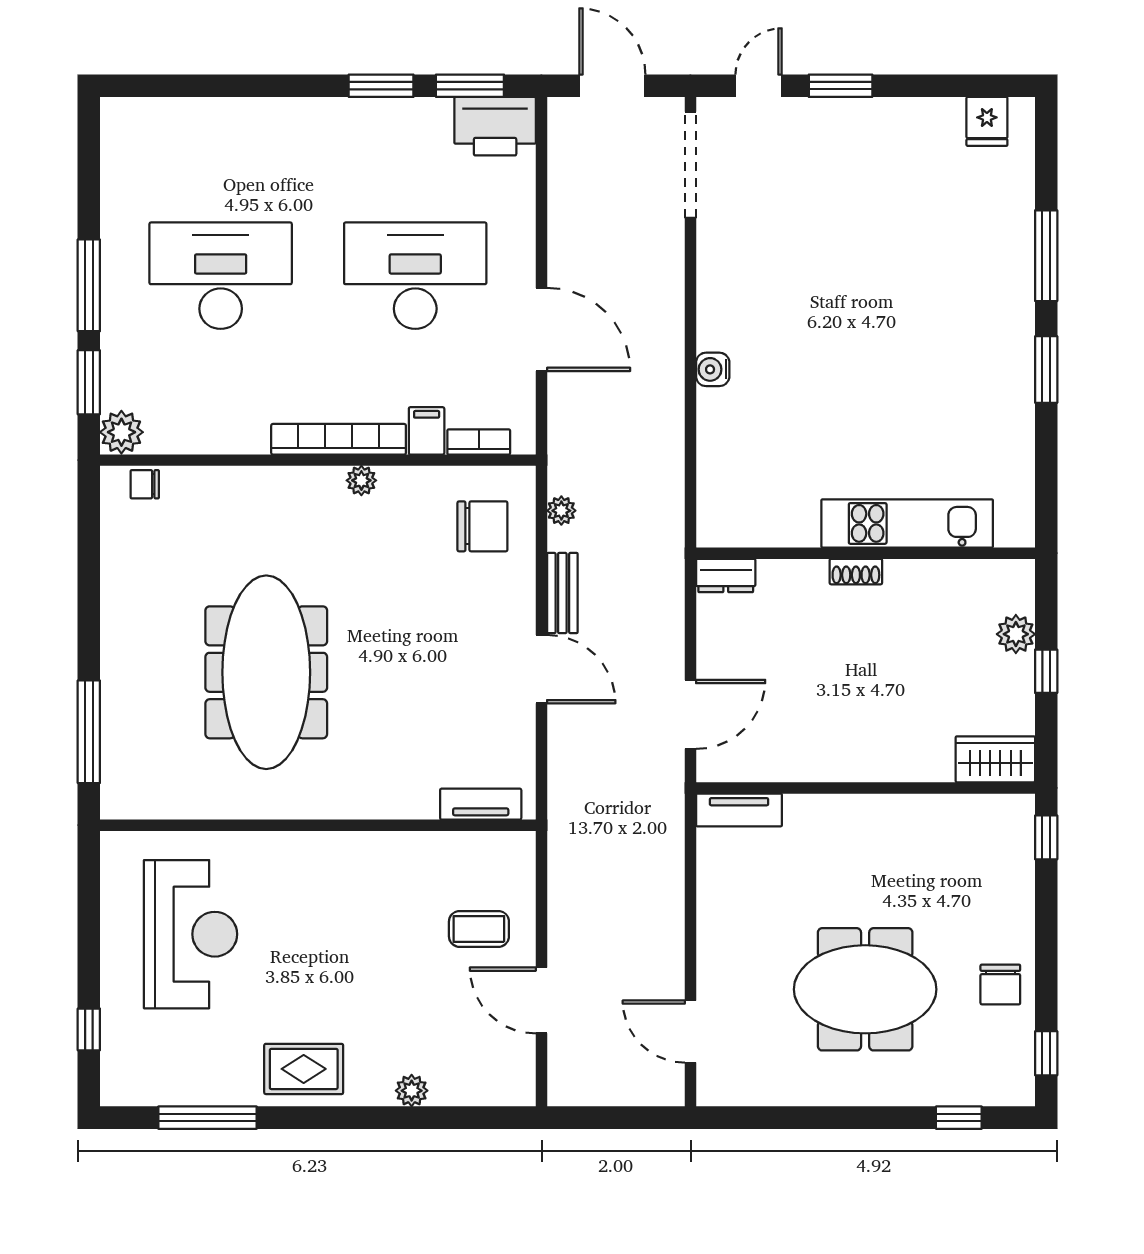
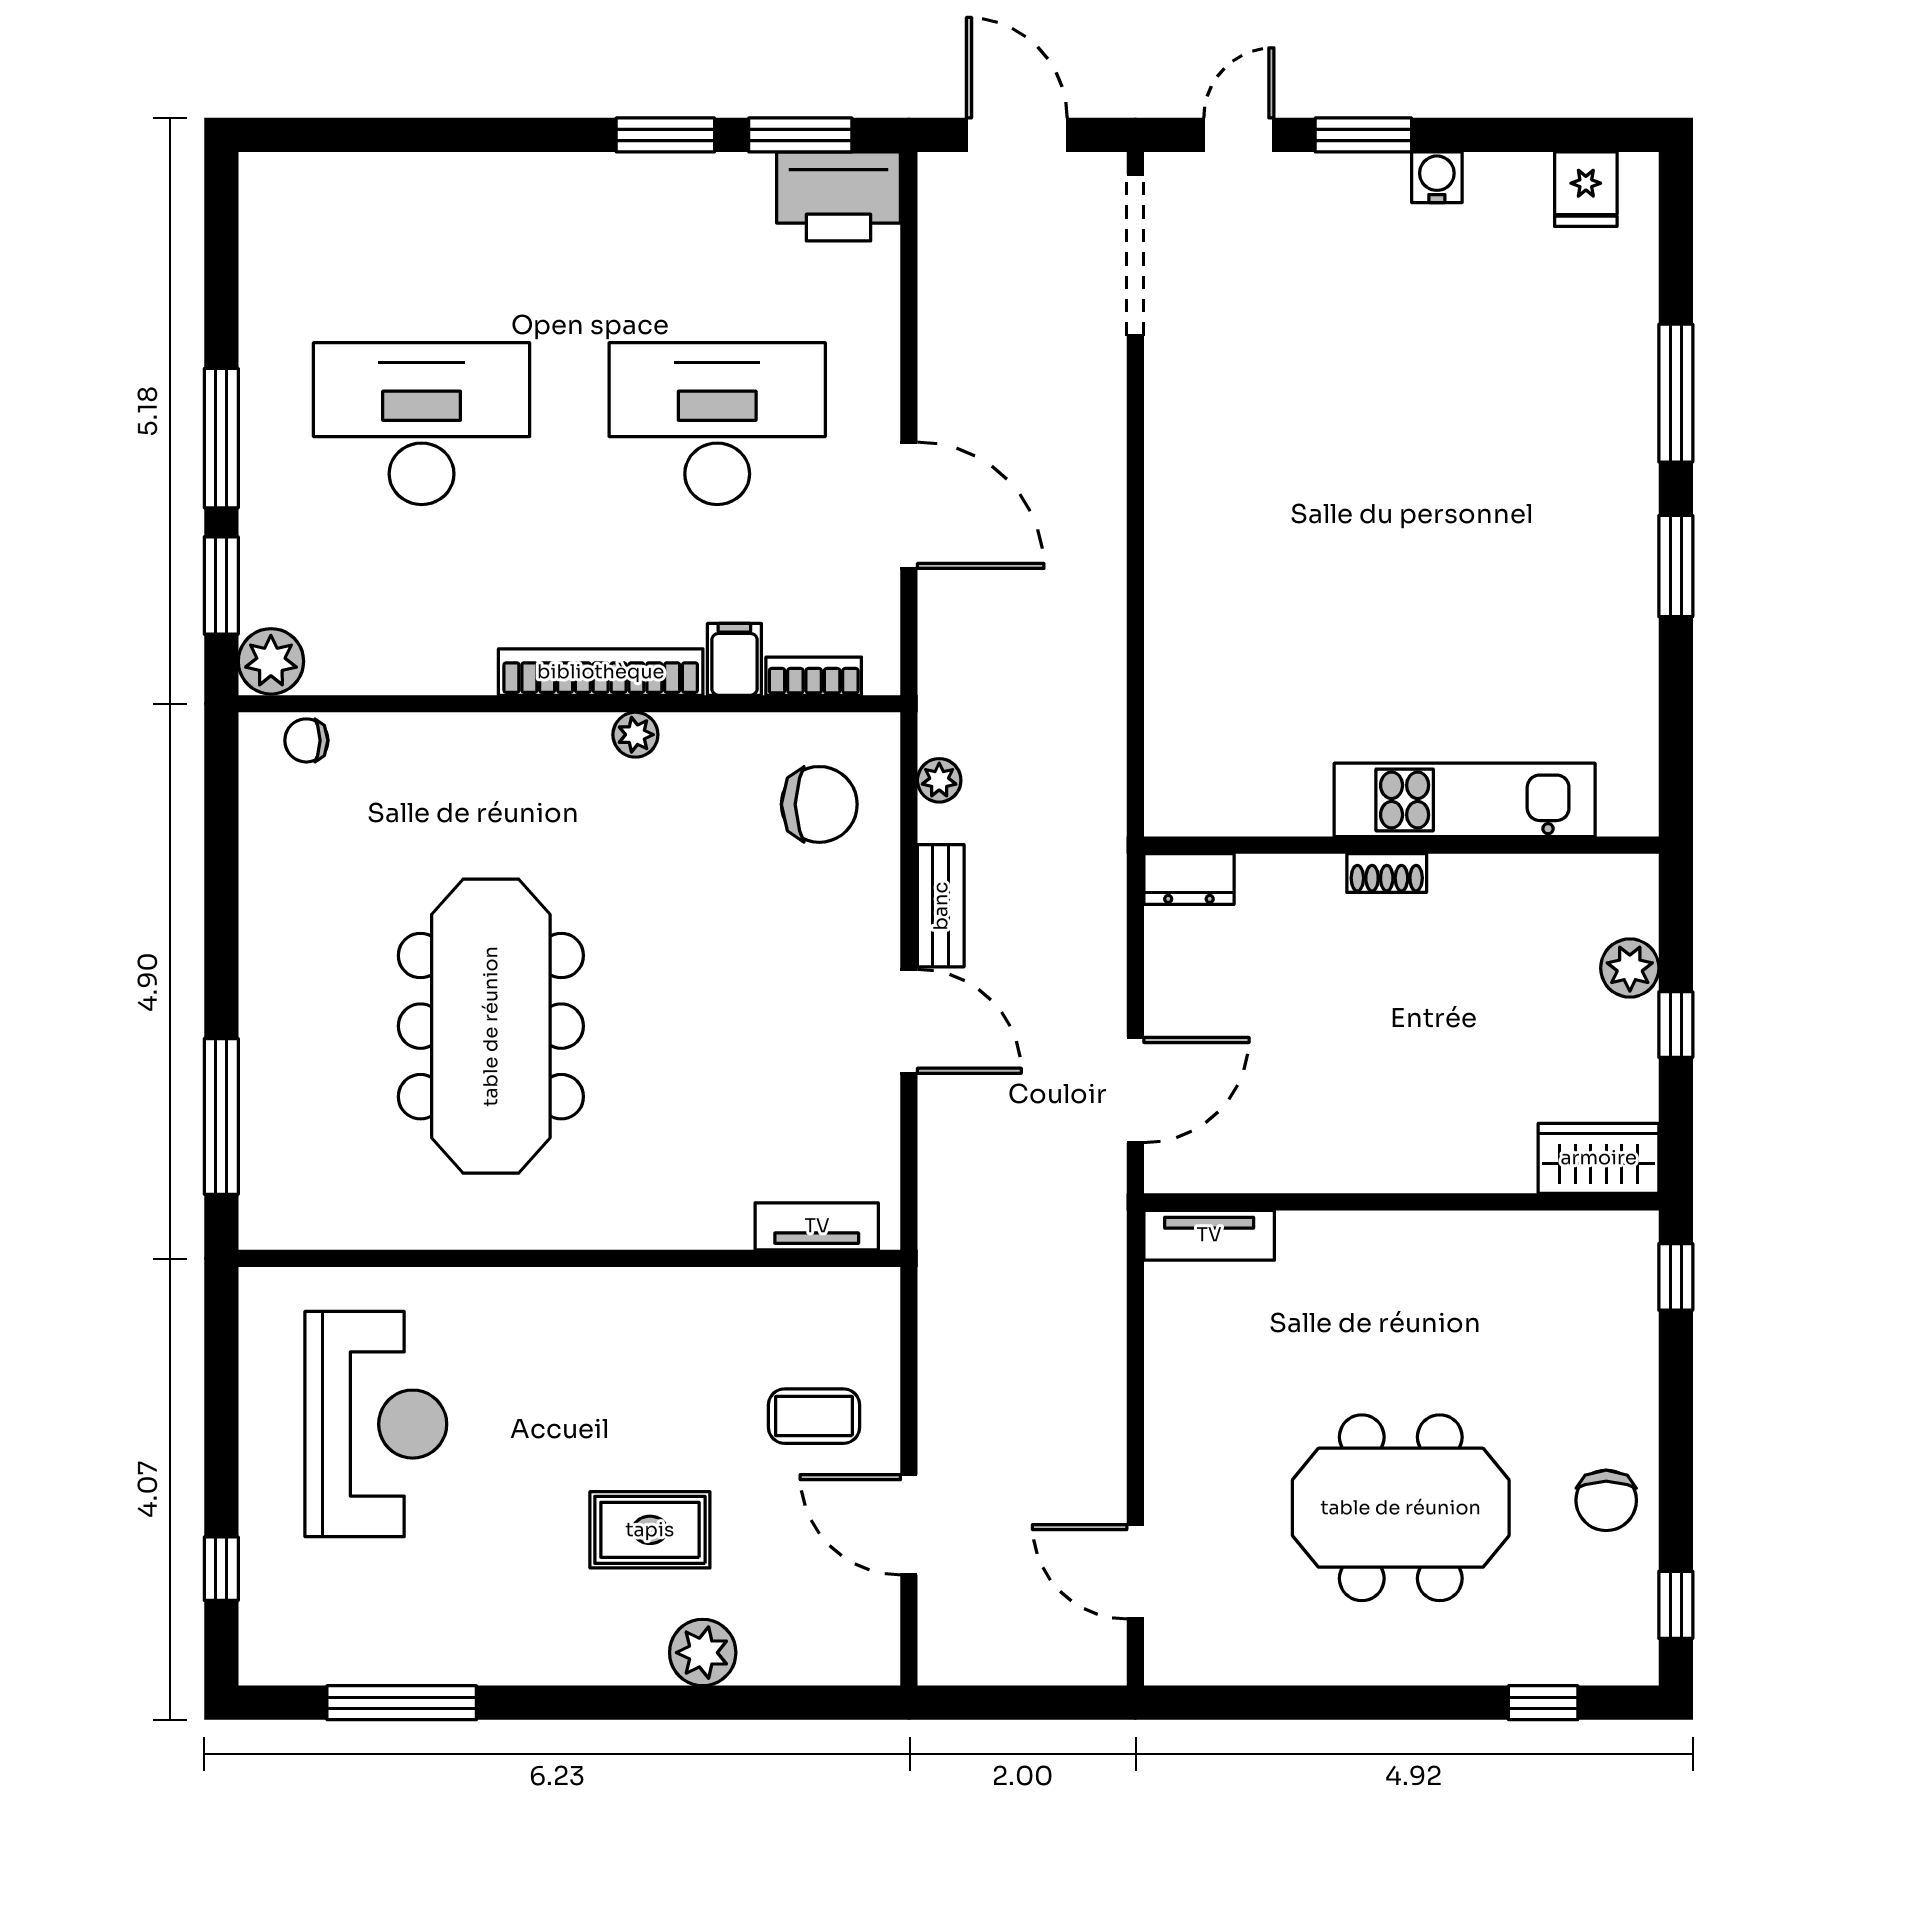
water cooler: (713, 369) -> (1437, 177), moved, turned 90
rug: (304, 1069) -> (650, 1530), moved
plant: (412, 1091) -> (703, 1653), width x1.38, depth x1.38

